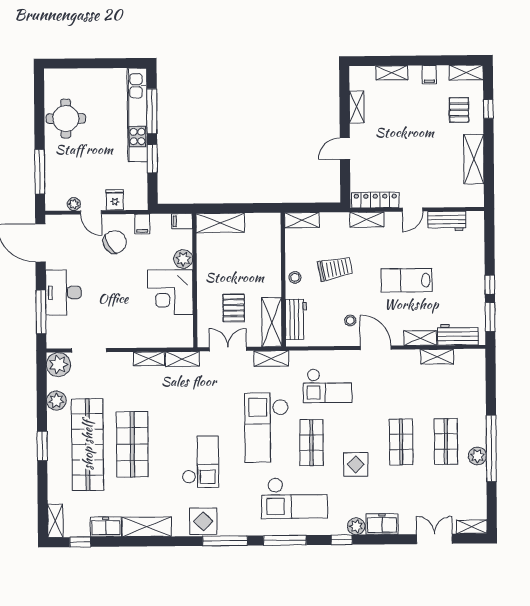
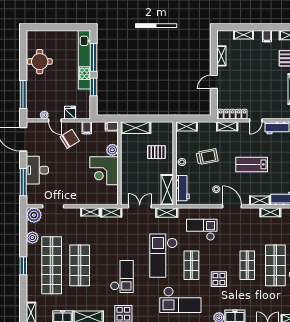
pallet: (234, 308) -> (156, 152), moved, turned 90
checkout: (328, 386) -> (202, 230), turned 180
shop shelf: (446, 442) -> (275, 265), width x1.43, depth x1.36

